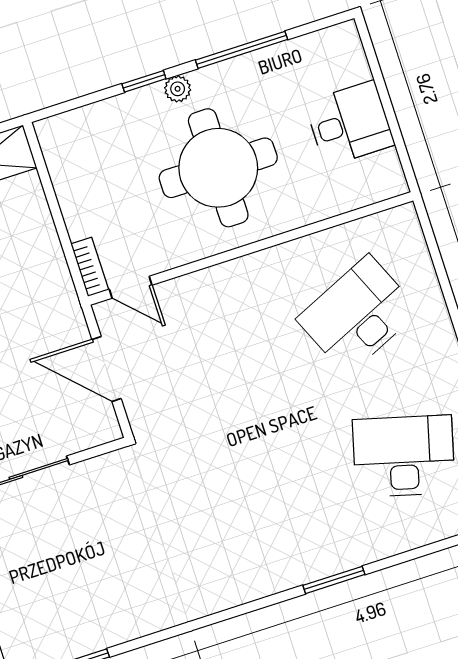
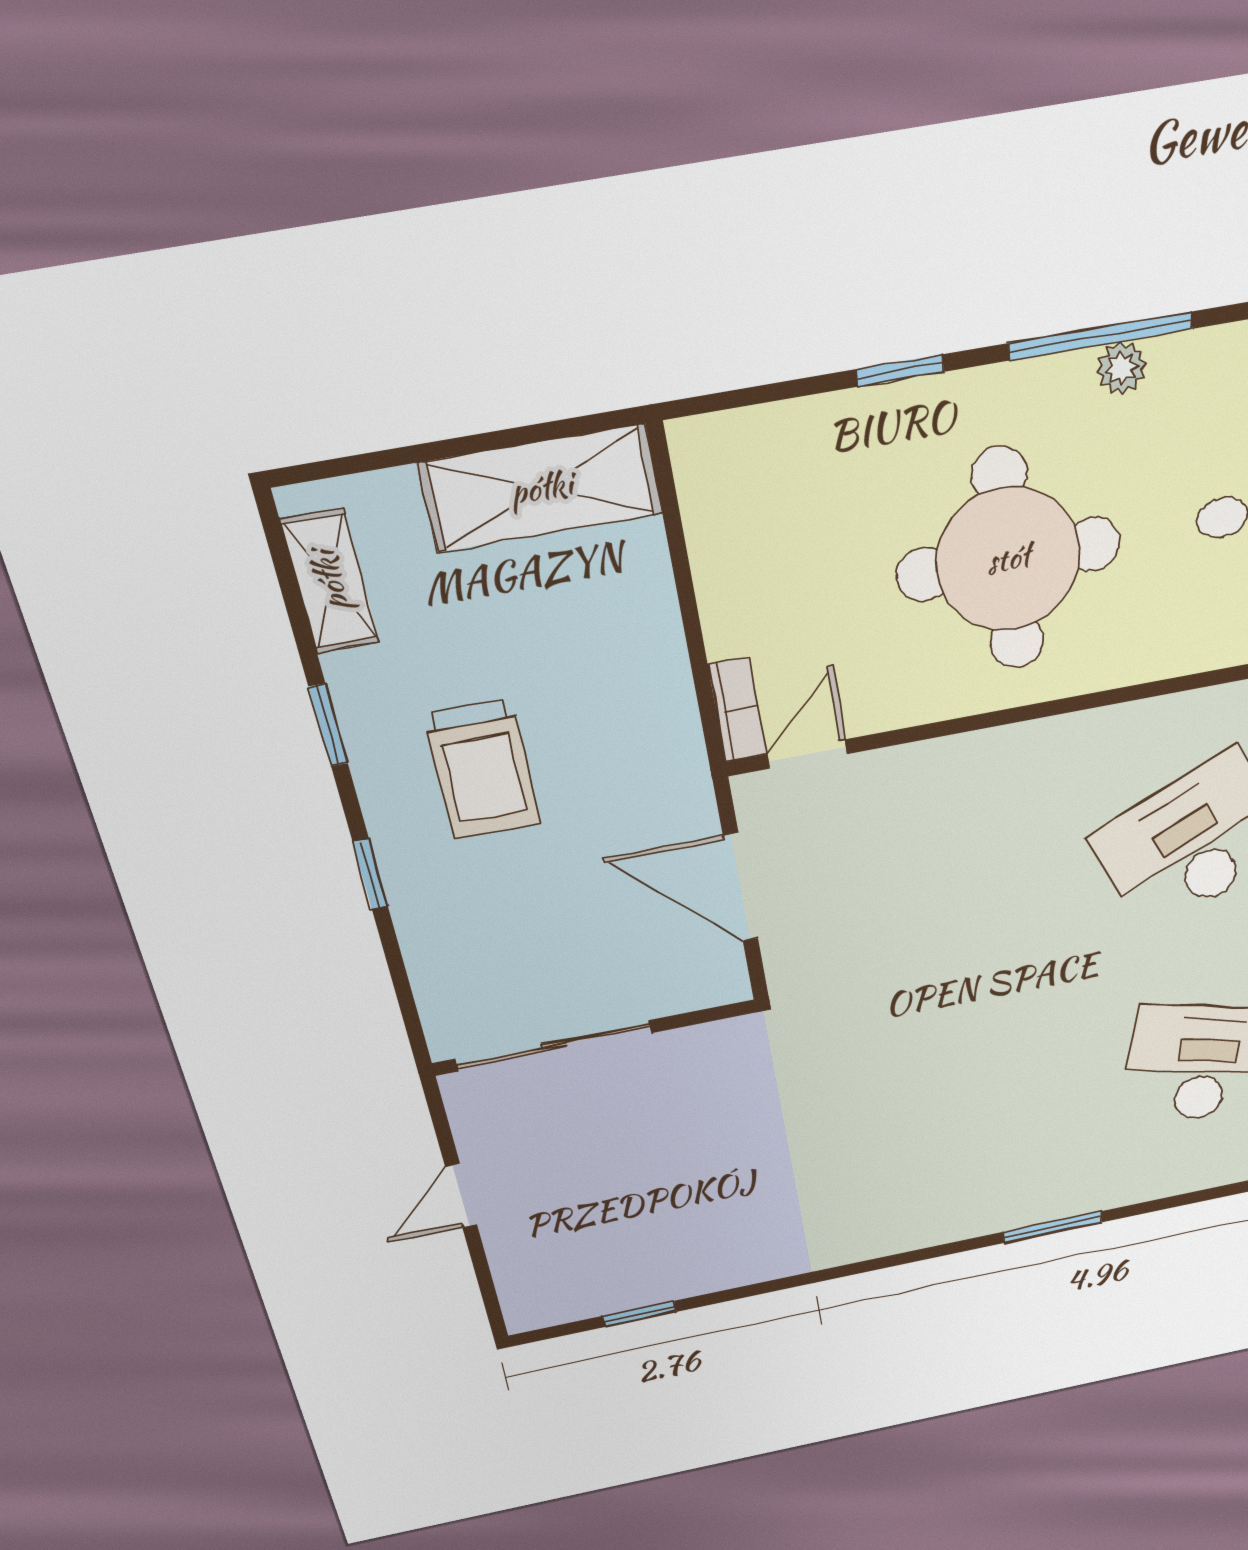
plant: (178, 89) -> (1122, 368), moved
door: (131, 287) -> (807, 754), swing flipped

